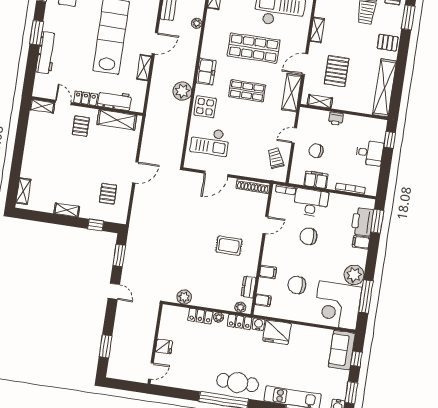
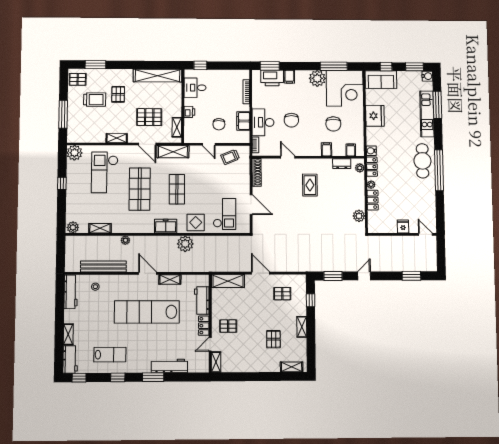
pallet: (388, 43) -> (118, 94), moved
shelving: (117, 120) -> (228, 281), moved, turned 90
desk: (370, 153) -> (195, 88), moved, turned -90
pallet: (58, 175) -> (273, 339), added
fridge: (277, 332) -> (375, 116), moved

